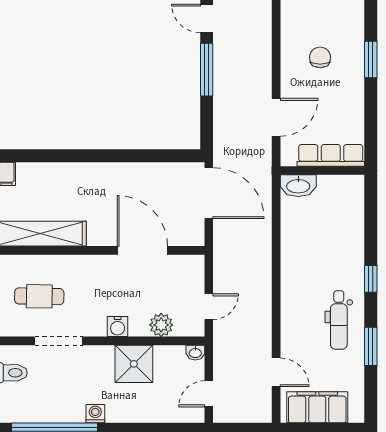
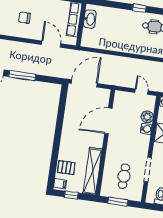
pallet: (40, 182) -> (66, 168), added
washbasin: (298, 186) -> (90, 19), moved
water cooler: (118, 327) -> (146, 129), moved

